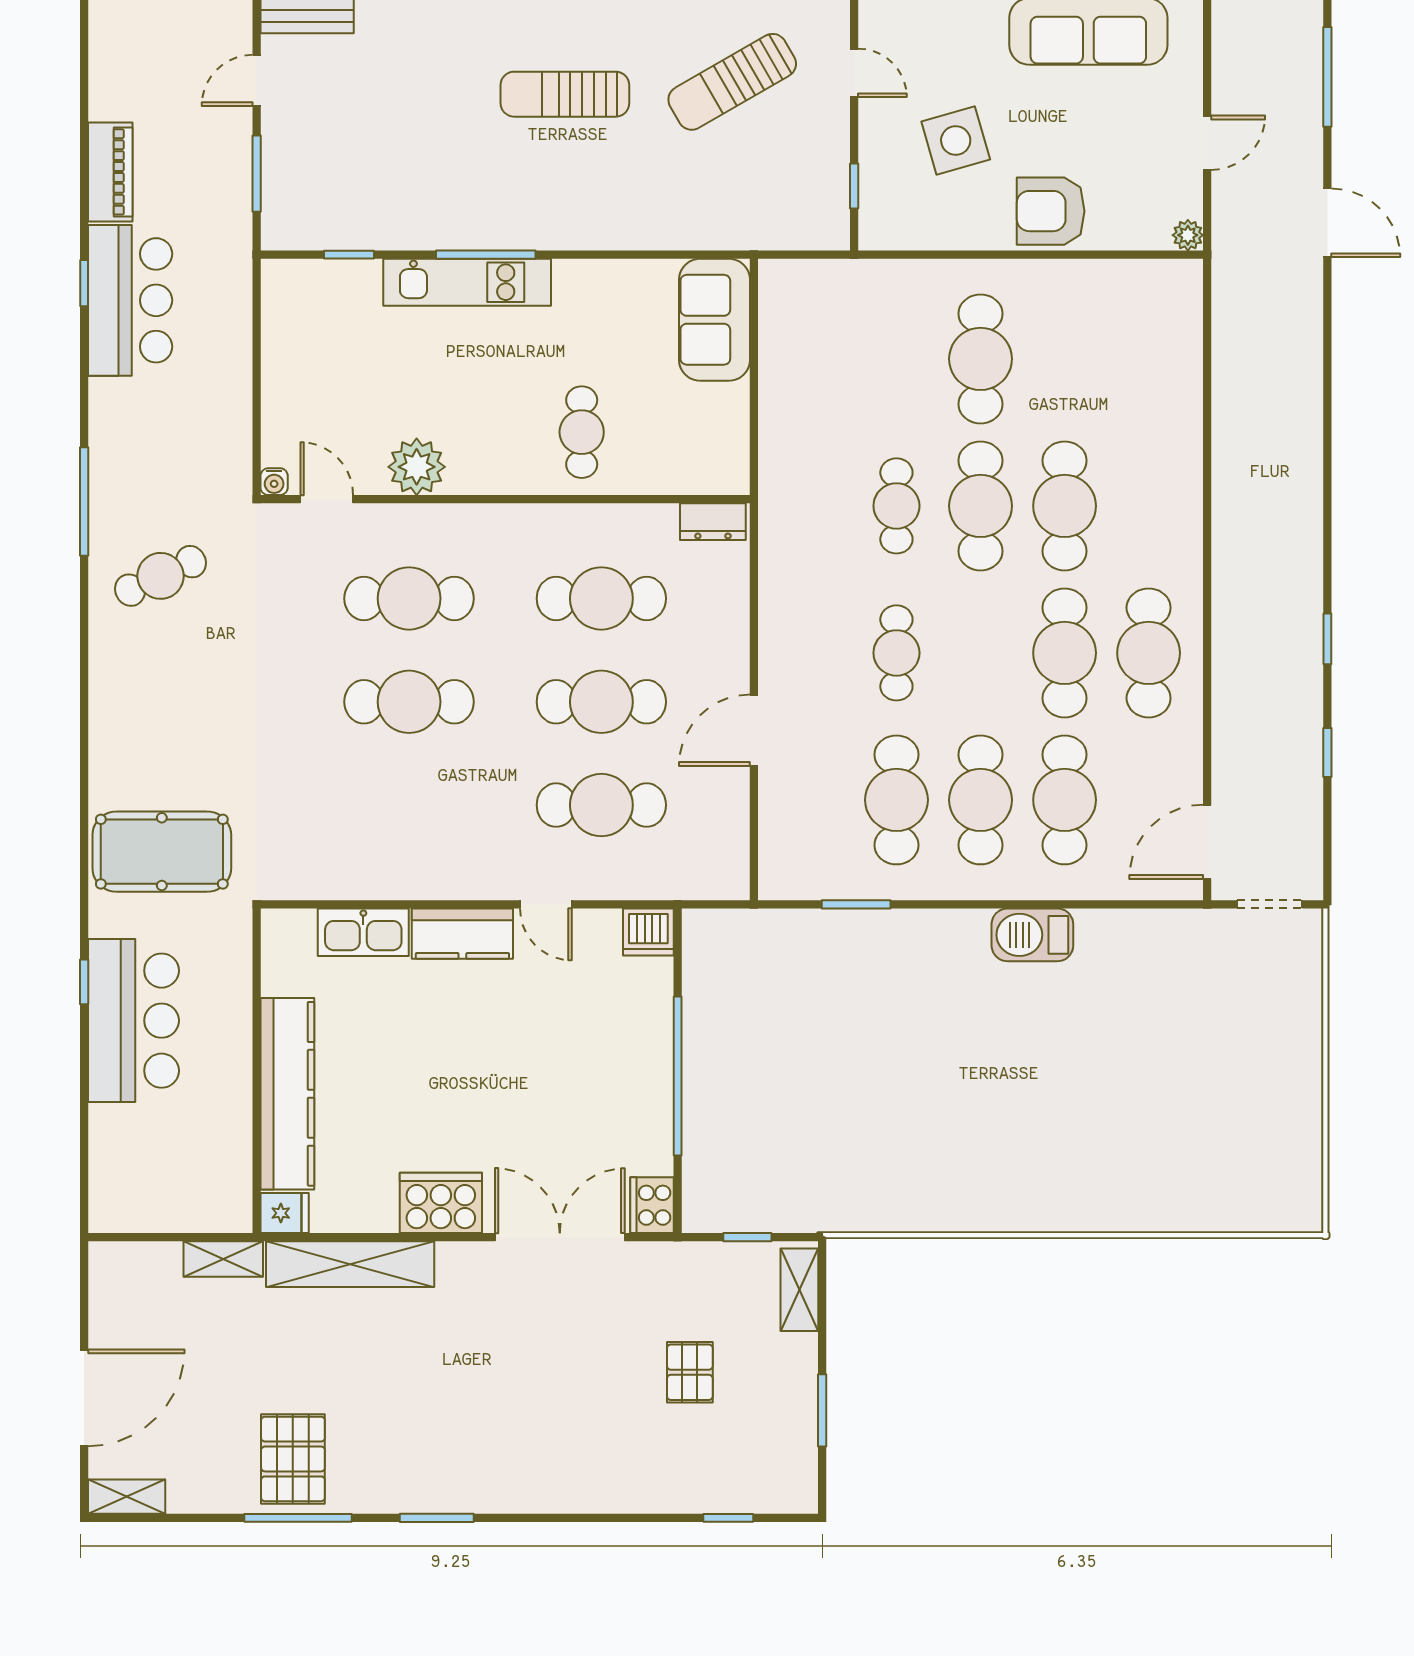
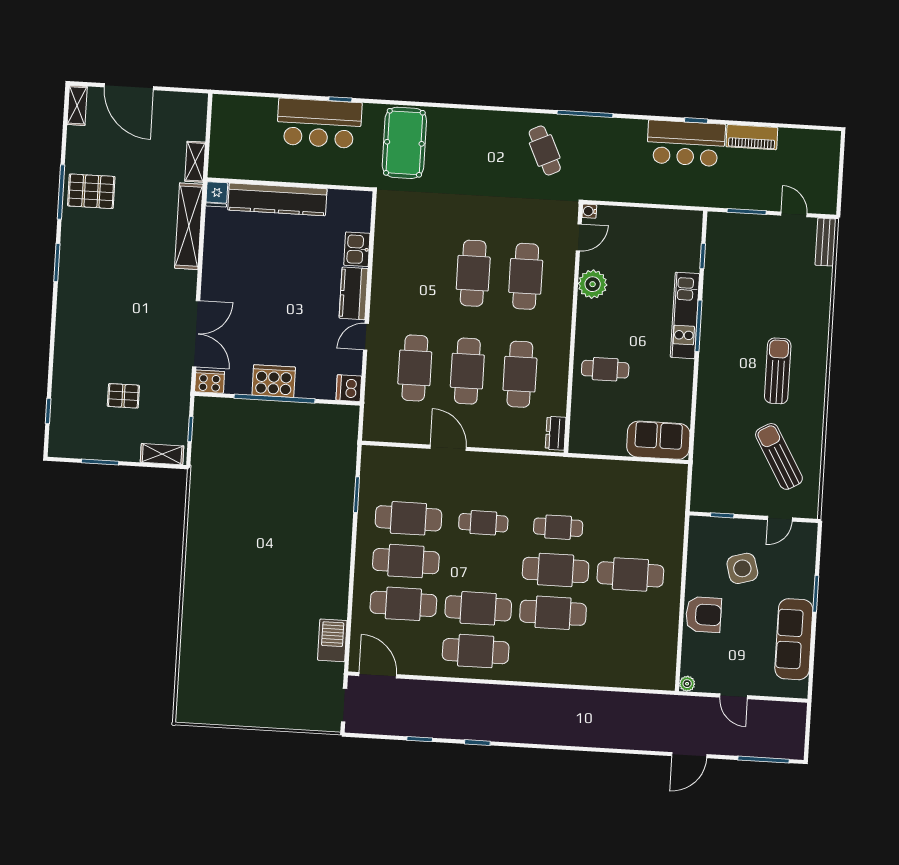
armchair: (1051, 211) -> (704, 615), turned 90
kitchen sink: (363, 932) -> (357, 249), width x0.73
barbecue: (1032, 935) -> (332, 640), moved
cooker: (441, 1203) -> (274, 381), moved, turned -90

